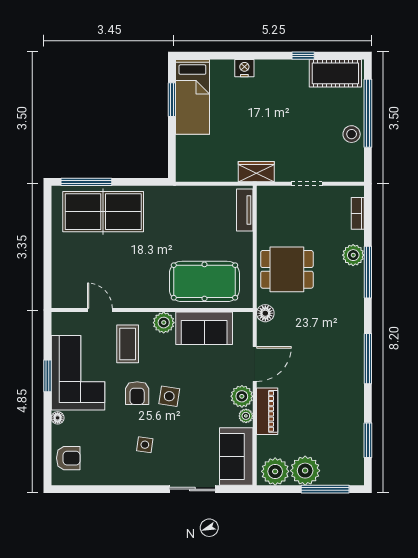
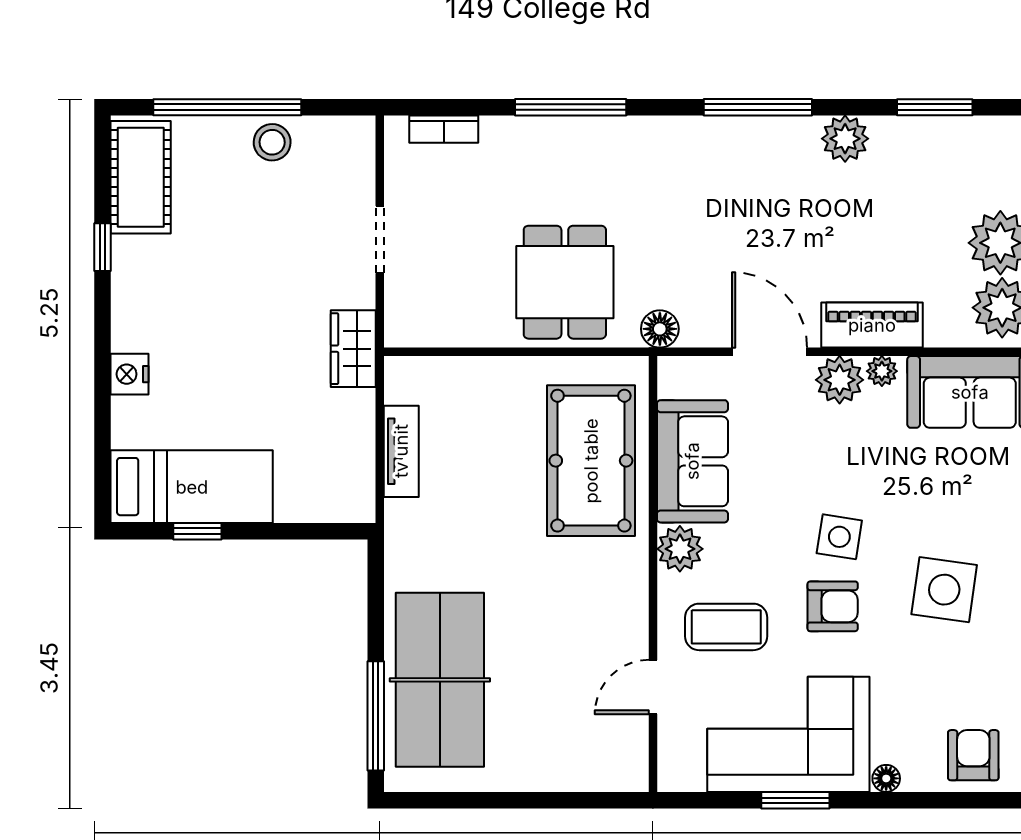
window: (172, 100) -> (197, 531), width x0.67
tv unit: (245, 210) -> (401, 451), moved, turned -90
plant: (353, 255) -> (845, 139), moved
side table: (145, 445) -> (944, 590), width x1.87, depth x1.87

